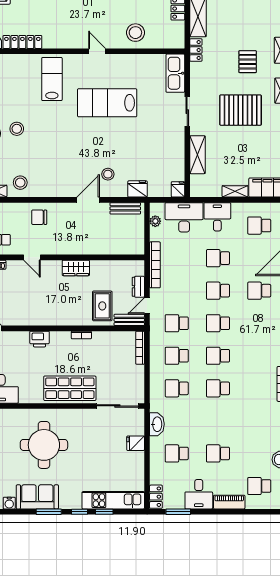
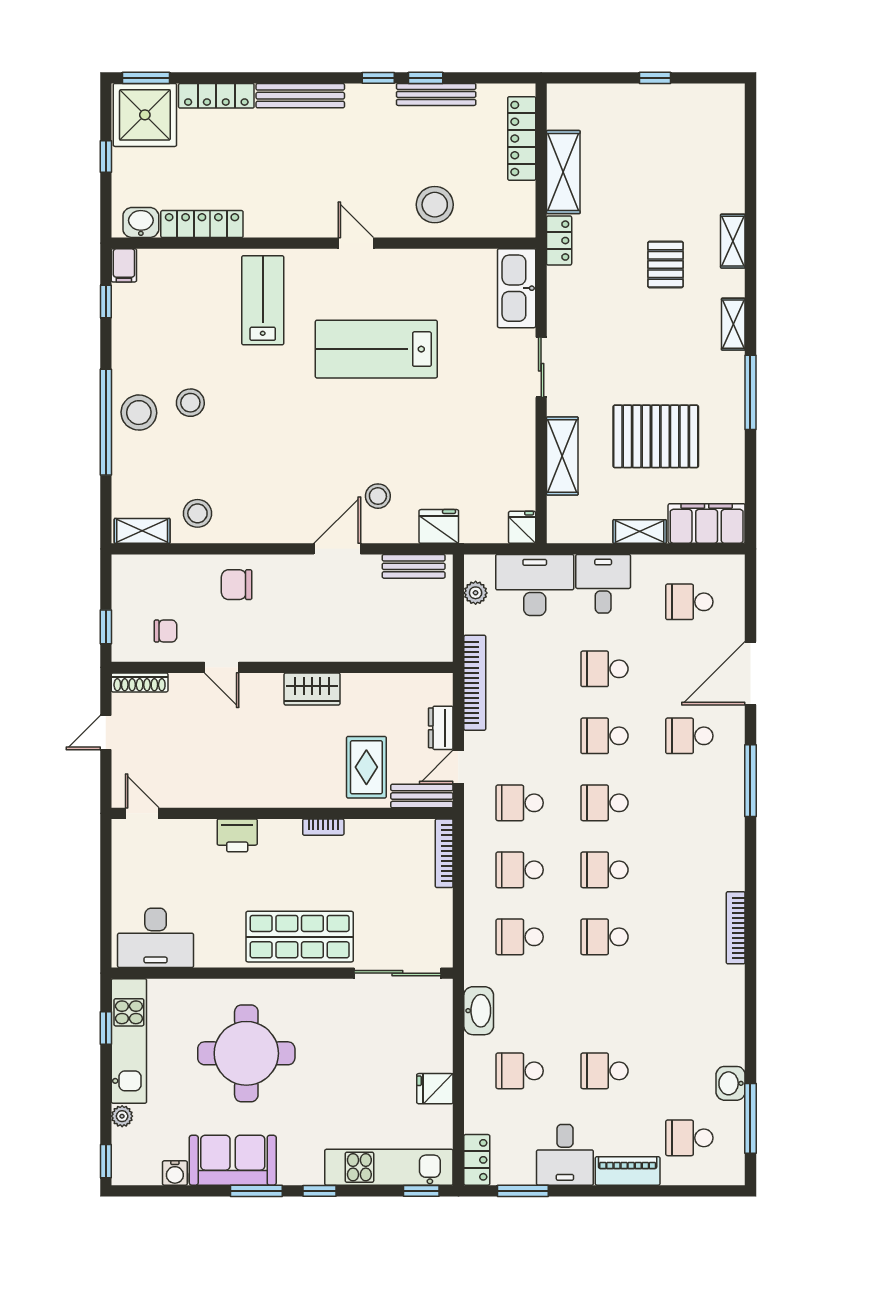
pallet: (241, 110) -> (656, 436), moved
fridge: (136, 443) -> (435, 1089), moved
window: (104, 512) -> (421, 1191), moved

